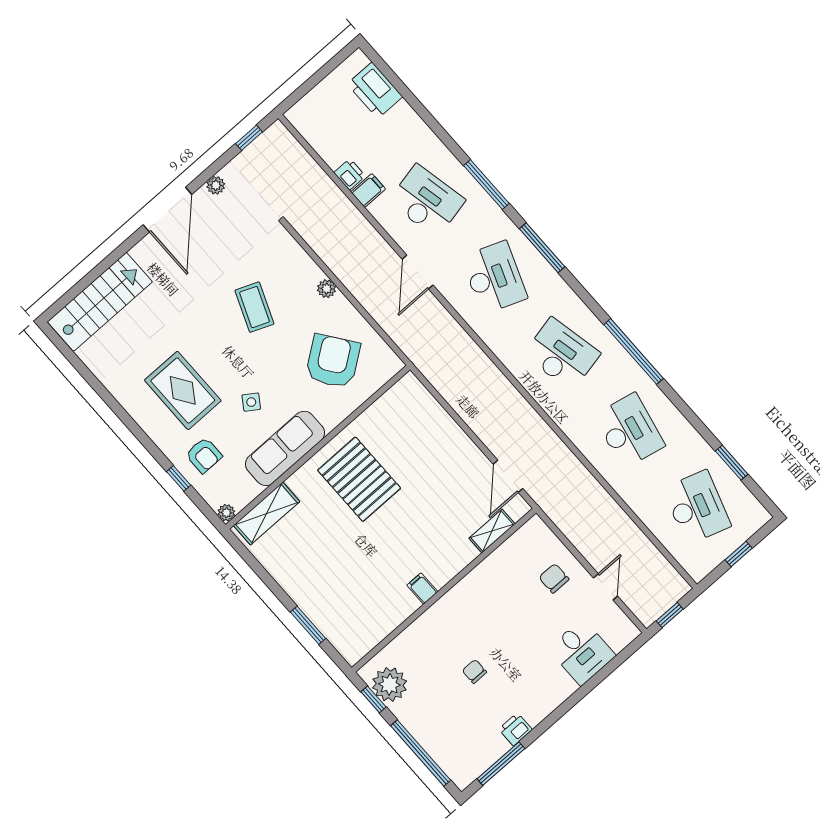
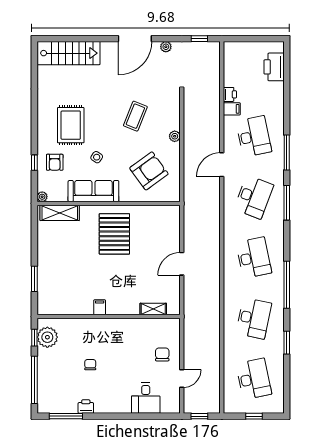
window: (732, 463) -> (287, 343), moved
door: (508, 476) -> (182, 264), moved
desk: (697, 507) -> (254, 379), turned -30

